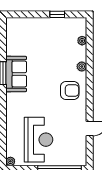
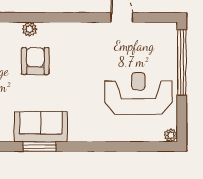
armchair: (70, 90) -> (35, 61), moved

